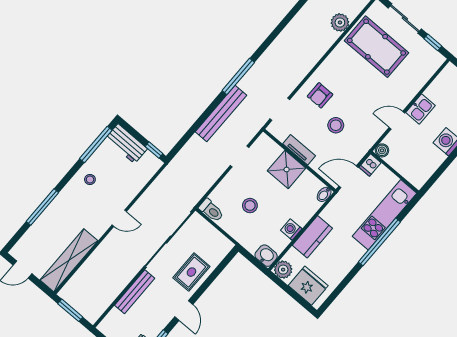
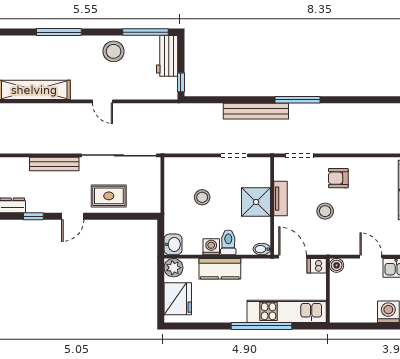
stool: (90, 179) -> (114, 51), width x1.89, depth x1.89
toilet: (211, 210) -> (228, 242), moved, turned 180

